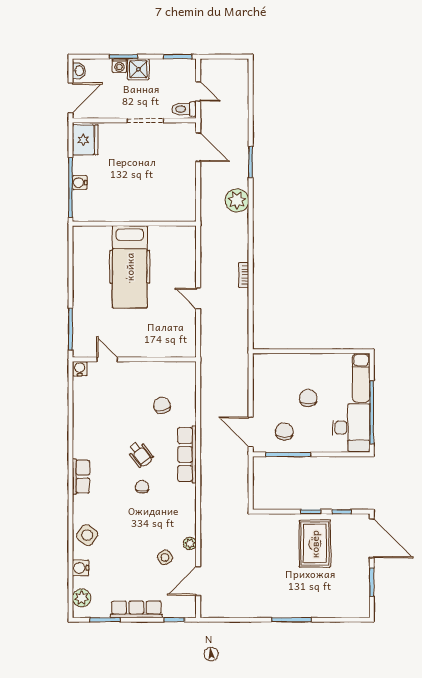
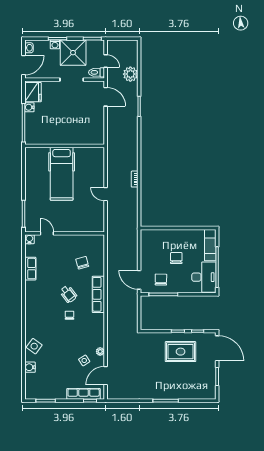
shower: (138, 69) -> (73, 53), width x1.86, depth x1.86
water cooler: (80, 183) -> (29, 107), moved
plant: (237, 200) -> (130, 74), moved
row of seats: (81, 477) -> (30, 269), moved
rug: (315, 544) -> (181, 352), turned 90
plant: (82, 598) -> (31, 387), removed
row of seats: (136, 609) -> (84, 394), moved

